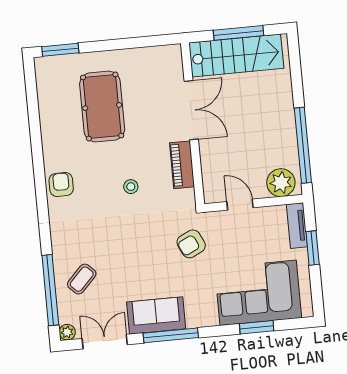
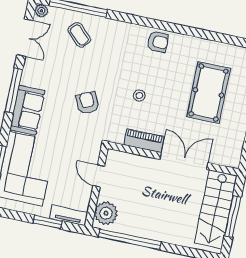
pool table: (102, 107) -> (209, 93), turned 90
double door: (191, 110) -> (184, 161), swing flipped
door: (240, 205) -> (99, 176), swing flipped
armchair: (191, 244) -> (87, 103), moved
sofa: (156, 315) -> (27, 110), moved

